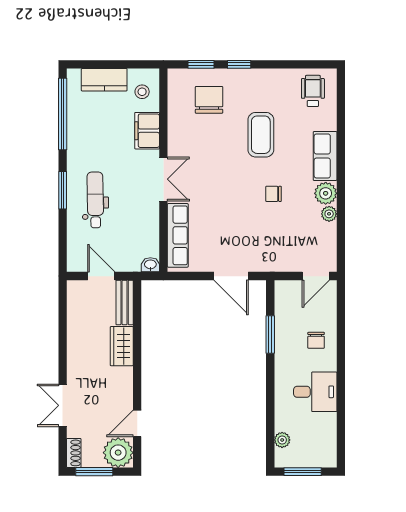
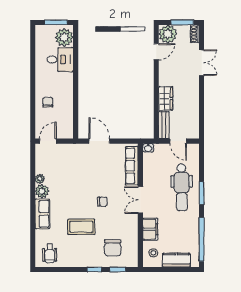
coffee table: (261, 135) -> (81, 227), turned 90
chair: (274, 194) -> (102, 202), moved
dental chair: (95, 200) -> (182, 187), width x1.36, depth x1.38
window: (270, 335) -> (76, 106), removed
desk: (315, 392) -> (60, 60), moved, turned 180
plant: (282, 440) -> (64, 37), width x1.88, depth x1.88

